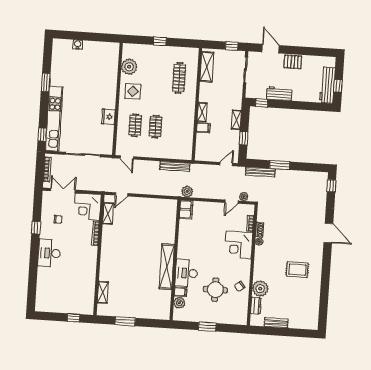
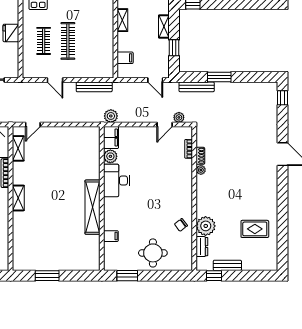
clothes rail: (155, 127) -> (68, 41), width x1.36
filing cabinet: (203, 128) -> (125, 58), moved
door: (127, 157) -> (55, 80), moved
door: (226, 164) -> (155, 80), swing flipped
corner desk: (239, 245) -> (176, 175), removed
rug: (297, 270) -> (255, 229), moved
desk: (186, 273) -> (116, 180), moved
round table: (215, 290) -> (153, 253), moved
shelving: (103, 292) -> (18, 198), moved
plant: (179, 303) -> (110, 156), moved
window: (207, 327) -> (127, 276), moved
window: (264, 331) -> (214, 276), added

